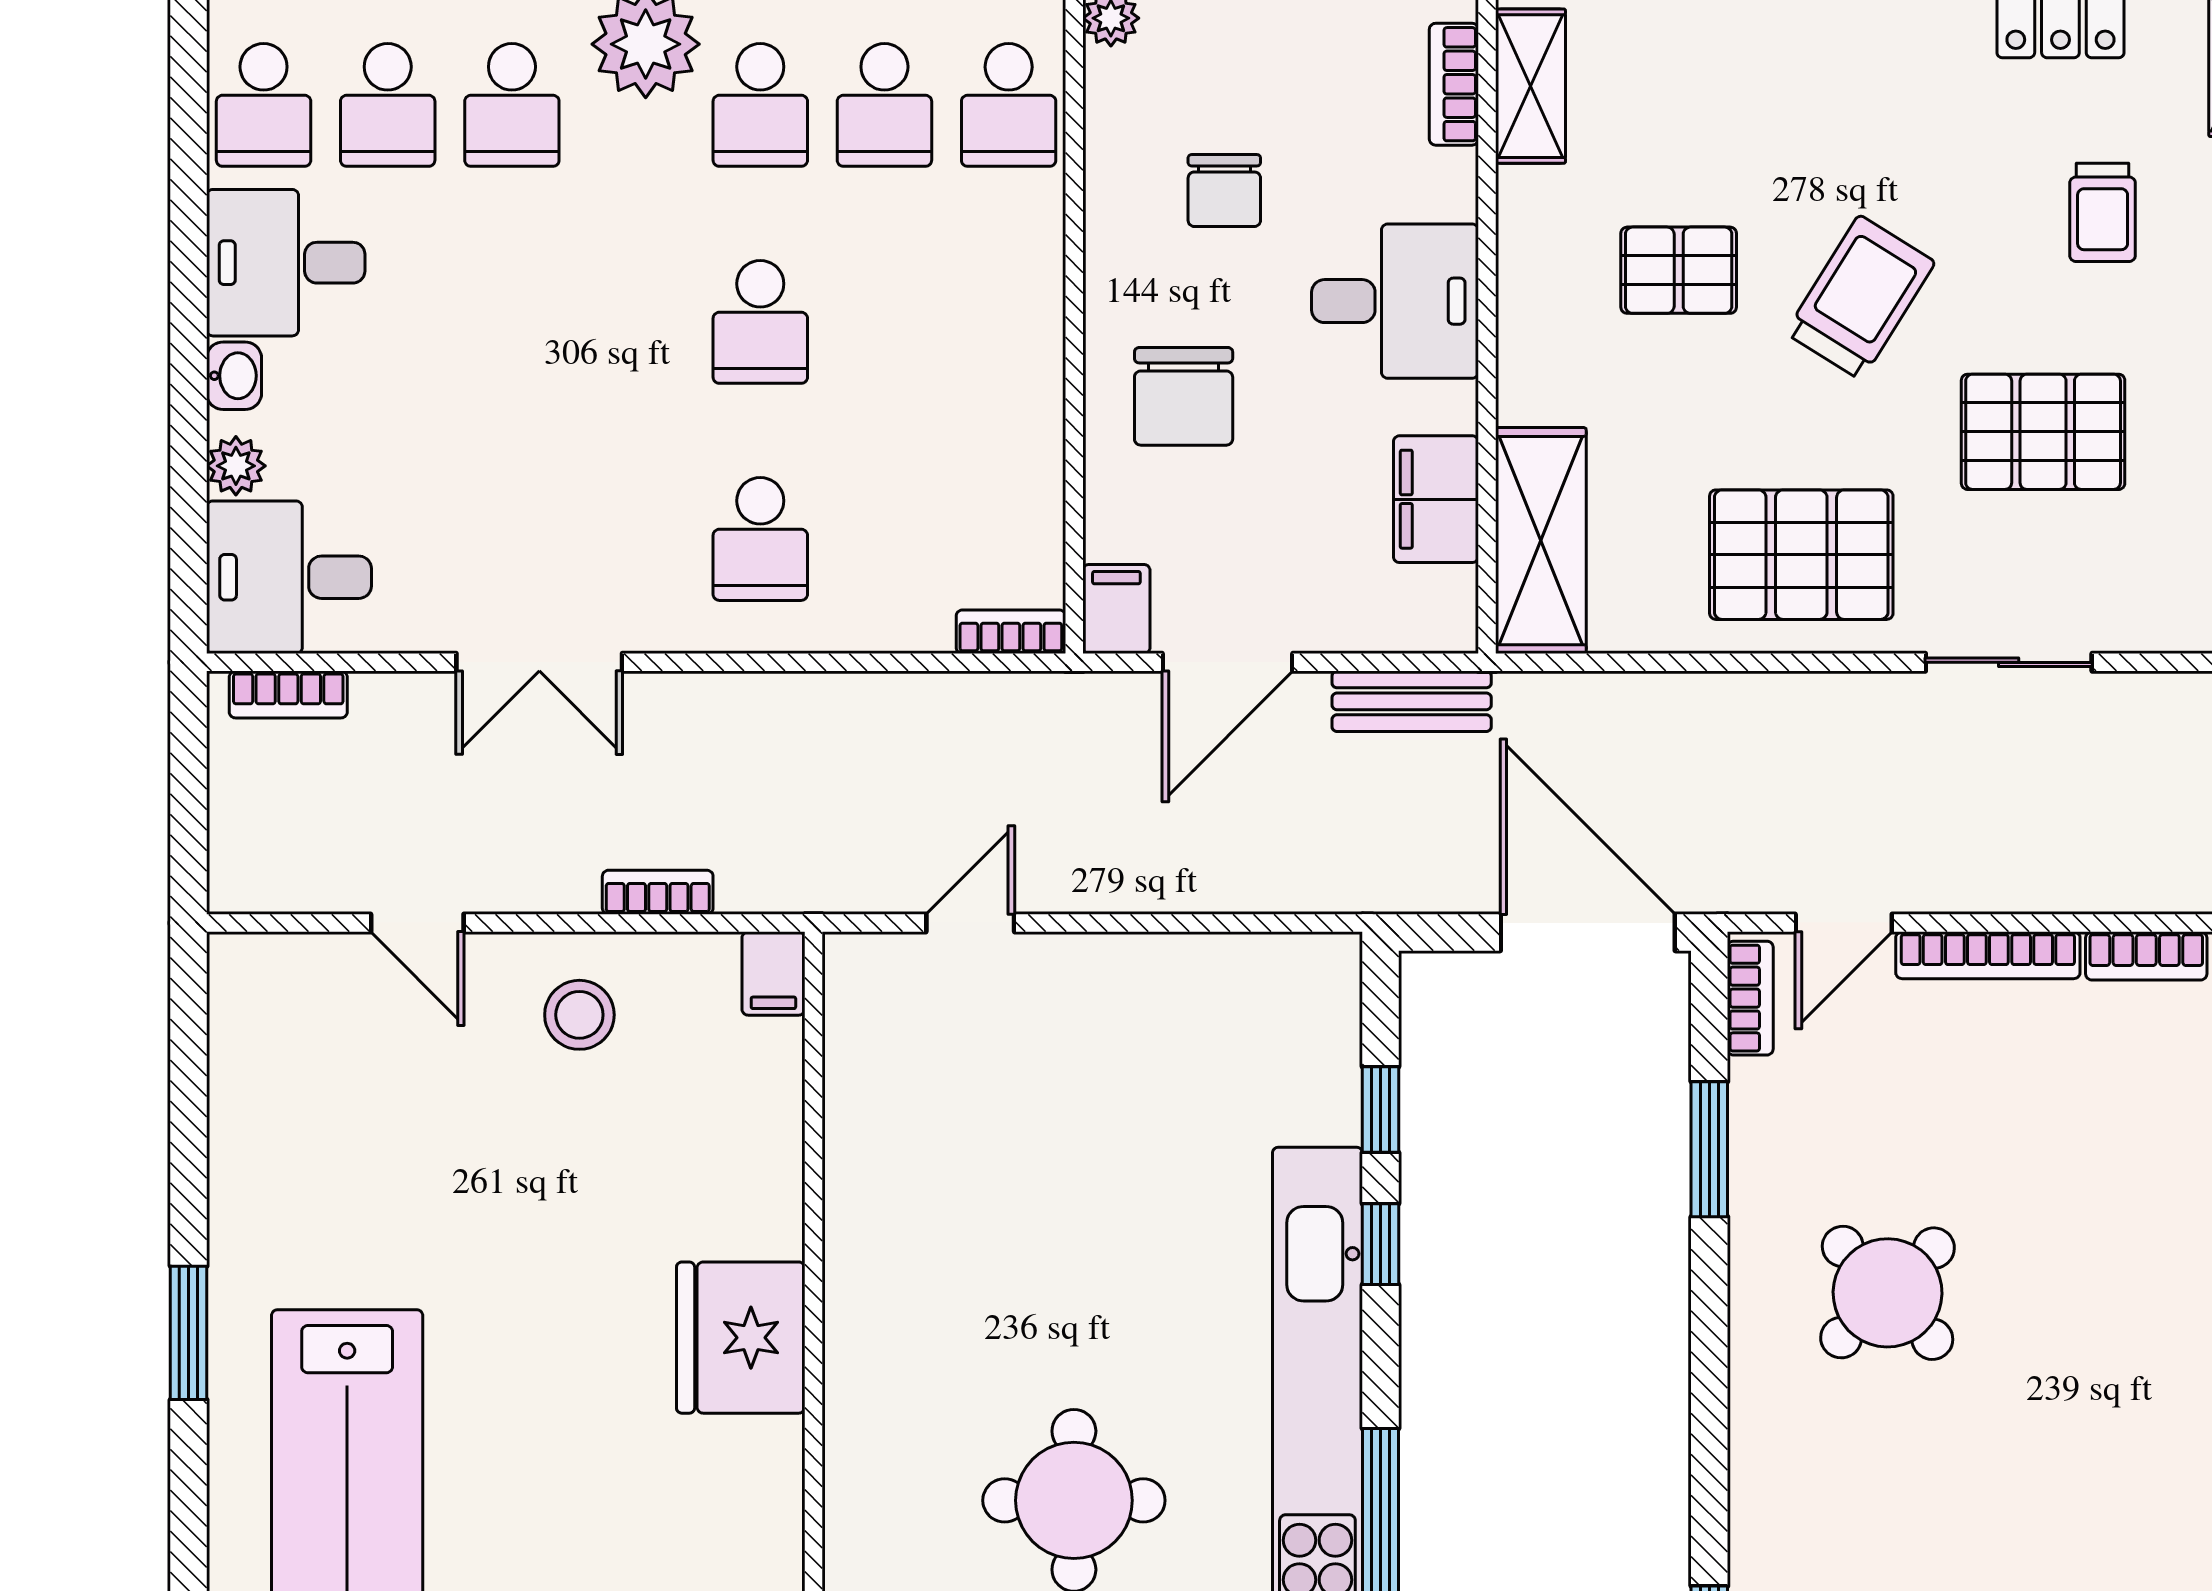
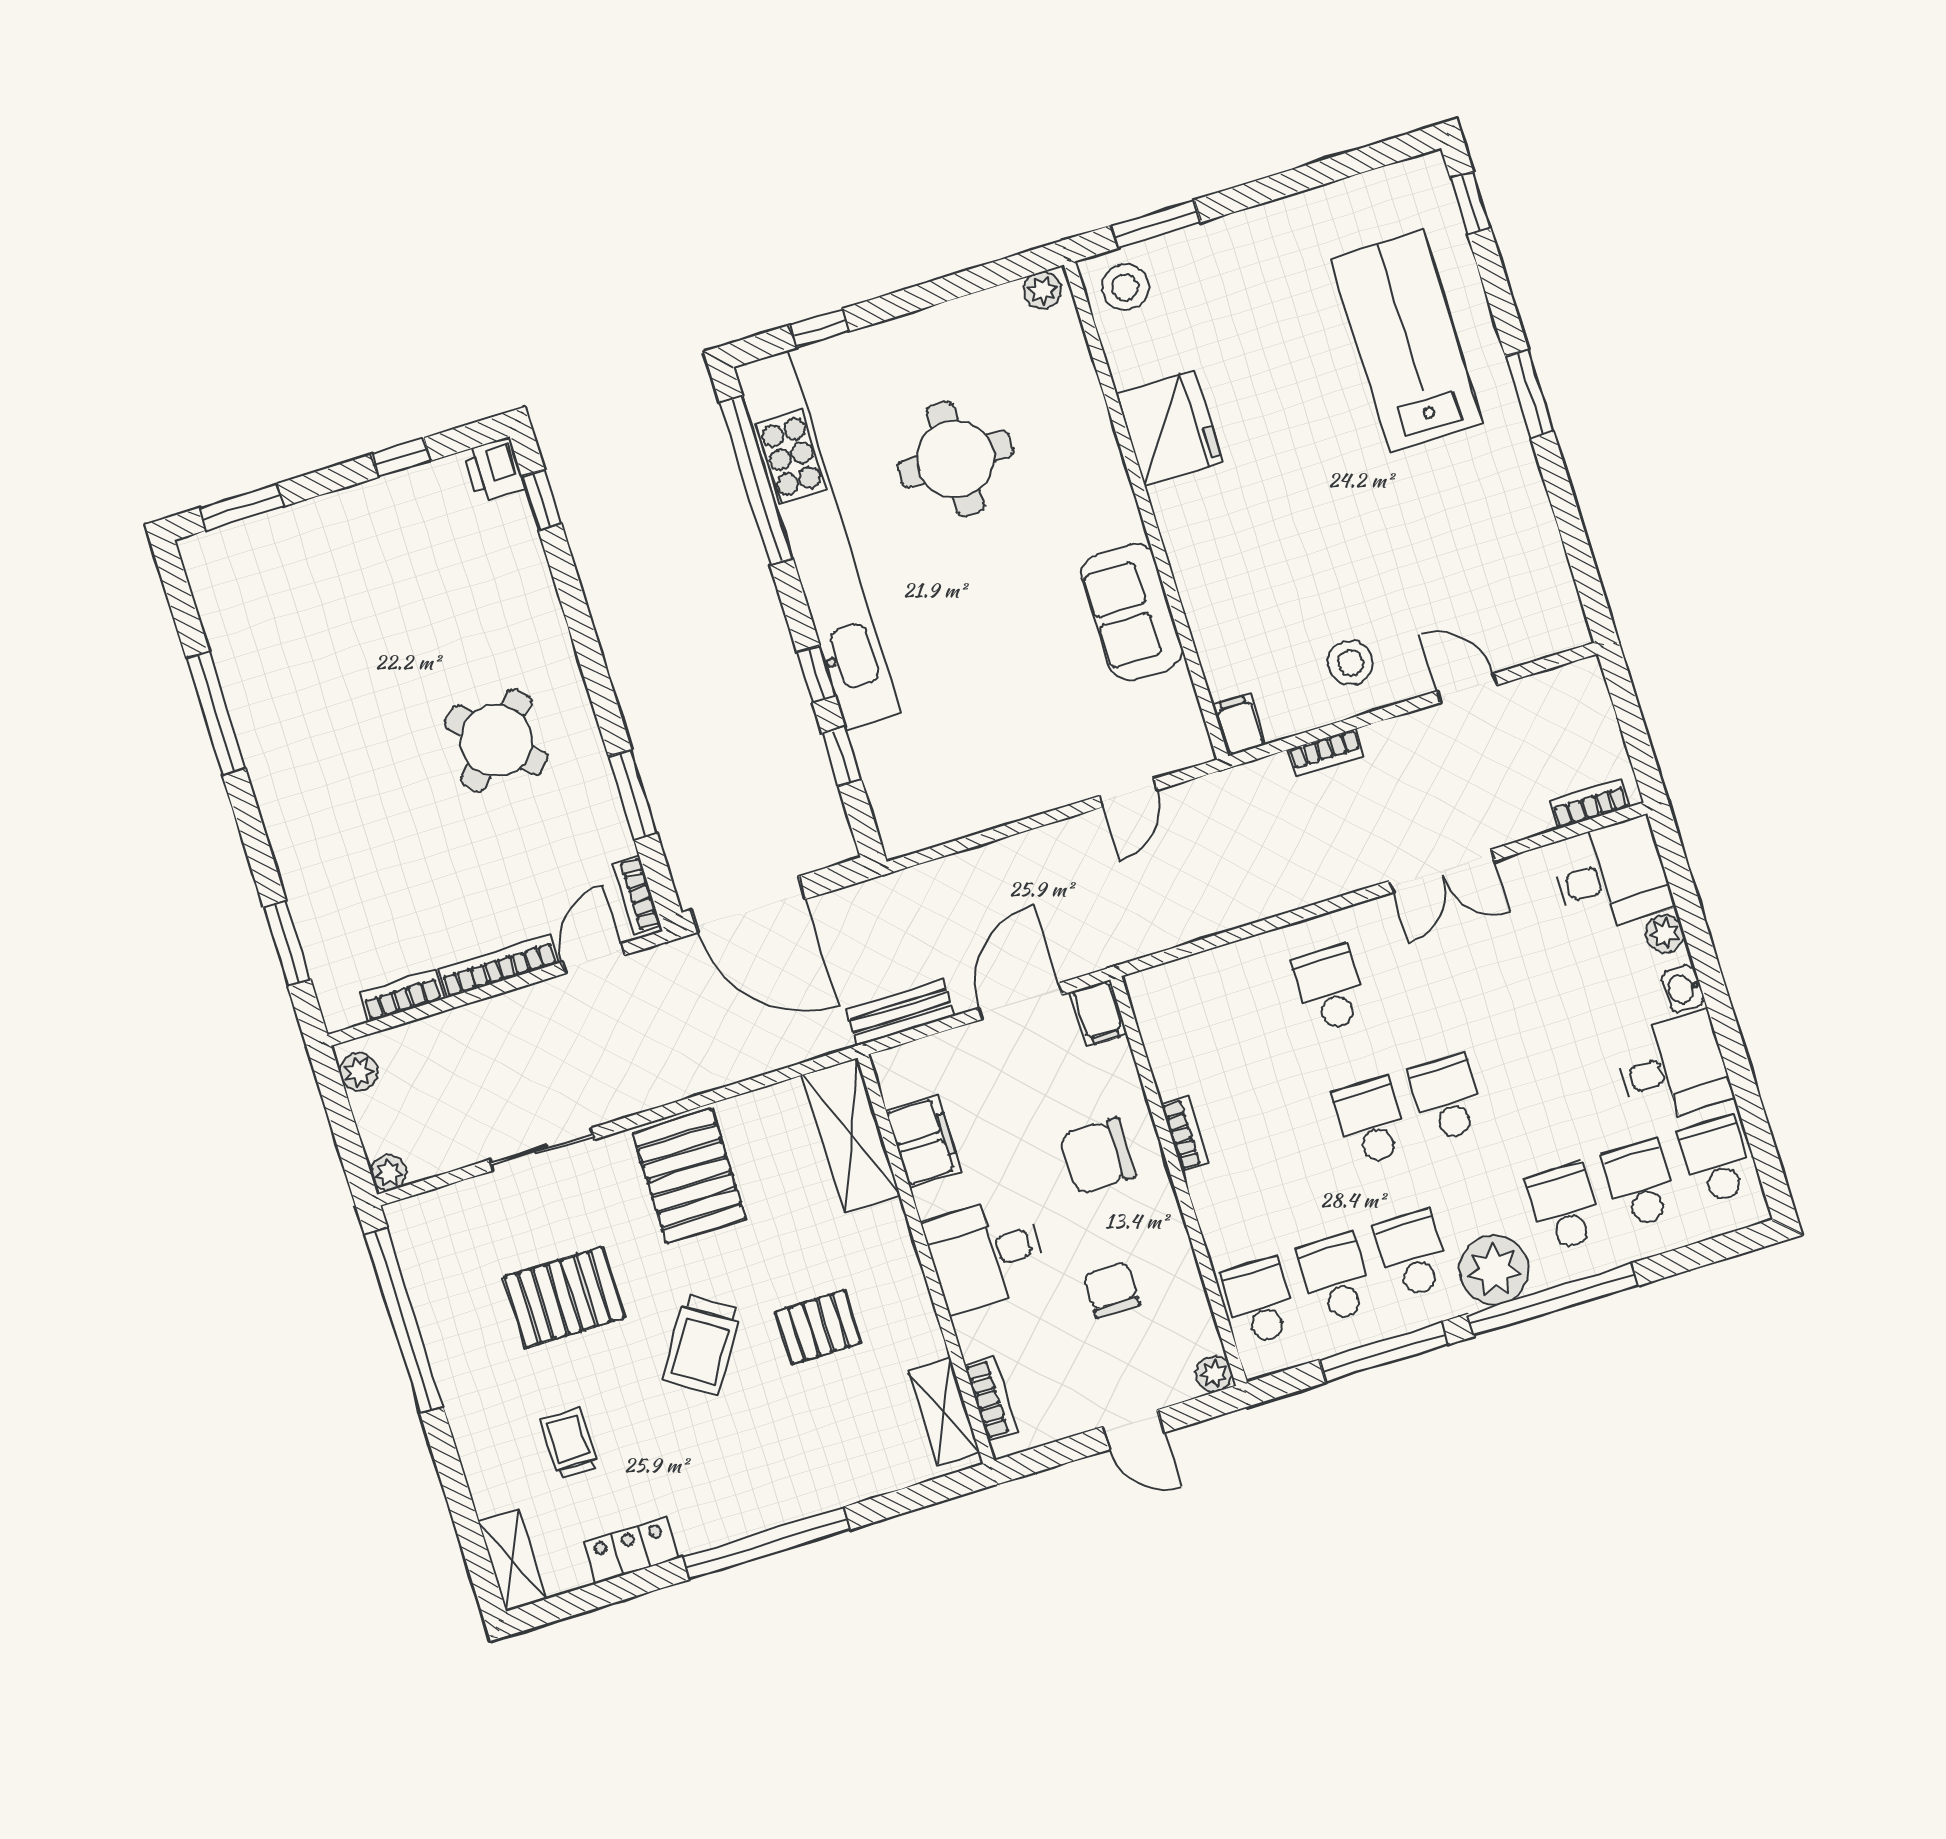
school desk: (636, 322) -> (1447, 1098), added
chair: (1184, 396) -> (1098, 1156), turned -90
pallet: (1801, 555) -> (689, 1176), turned 90
bookcase: (1011, 632) -> (1185, 1134), moved, turned -90
double door: (539, 662) -> (1442, 871), swing flipped
sofa: (881, 1191) -> (1132, 612), added
fridge: (741, 1338) -> (1169, 428), moved

